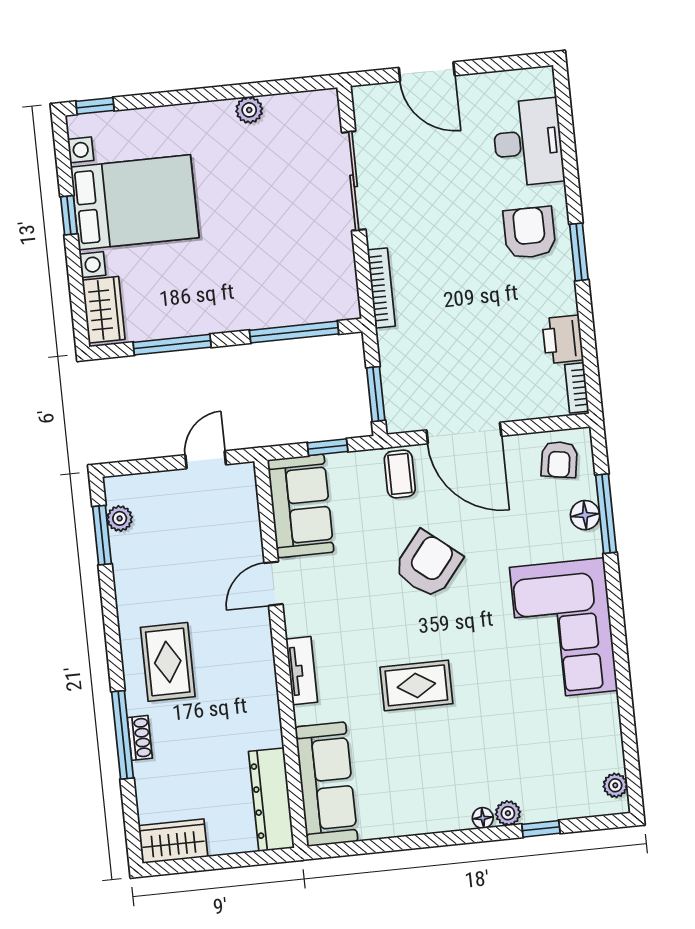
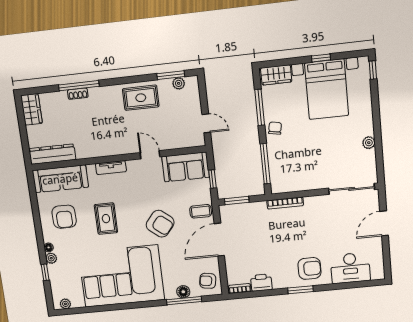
sliding door: (354, 181) -> (352, 189), moved
chair: (217, 311) -> (275, 128), added
corner sofa: (564, 629) -> (121, 276), width x1.36, depth x1.36
rug: (168, 662) -> (141, 98), moved
armchair: (412, 780) -> (64, 217), added

